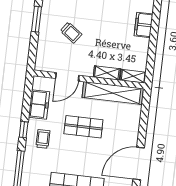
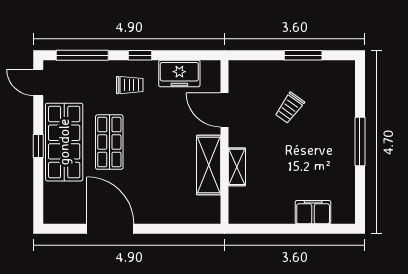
shelving: (133, 76) -> (237, 206), removed
shelving: (113, 93) -> (209, 165), width x0.68
shop shelf: (83, 127) -> (109, 142), moved

